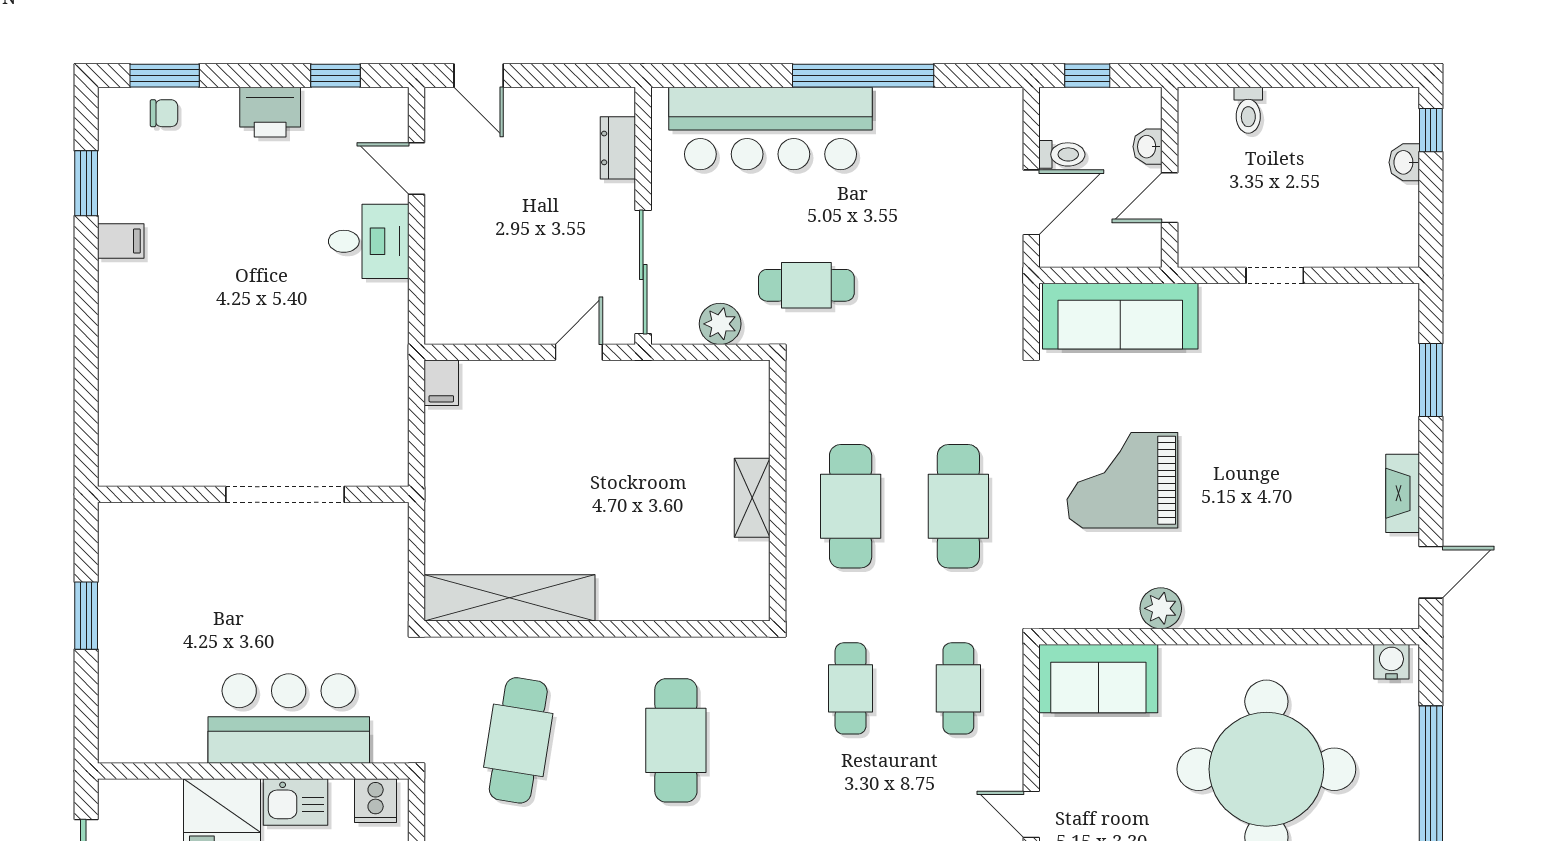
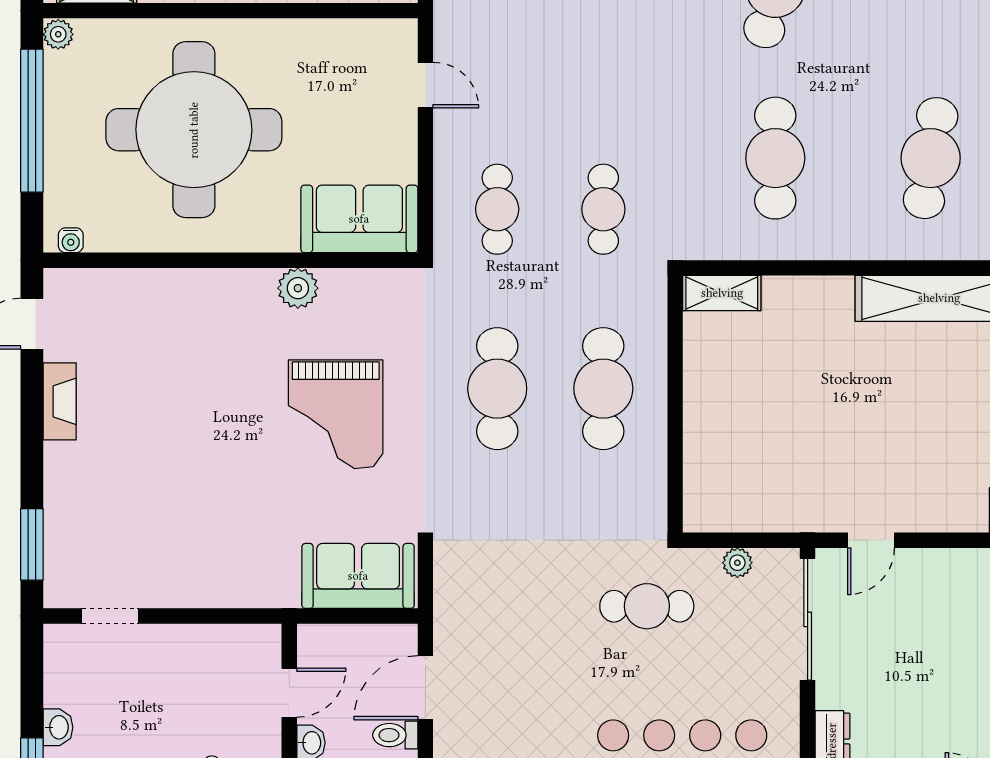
doorway: (1275, 275) -> (110, 616), moved
sofa: (1120, 316) -> (358, 576), width x0.73
plant: (720, 324) -> (737, 563), width x0.73, depth x0.73
window: (1431, 380) -> (32, 544), moved
grand piano: (1122, 480) -> (336, 414), turned 90
shelving: (752, 498) -> (722, 293), moved, turned 90
water cooler: (1391, 662) -> (71, 240), width x0.72, depth x0.72

